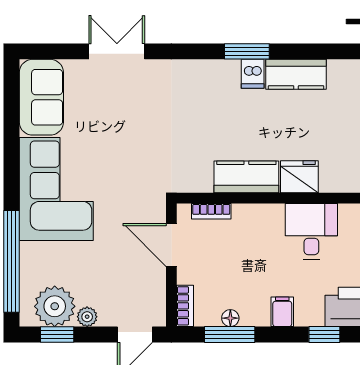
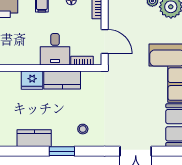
dishwasher: (253, 74) -> (59, 138), removed
stool: (210, 90) -> (83, 129), added
desk: (311, 231) -> (55, 49), moved

